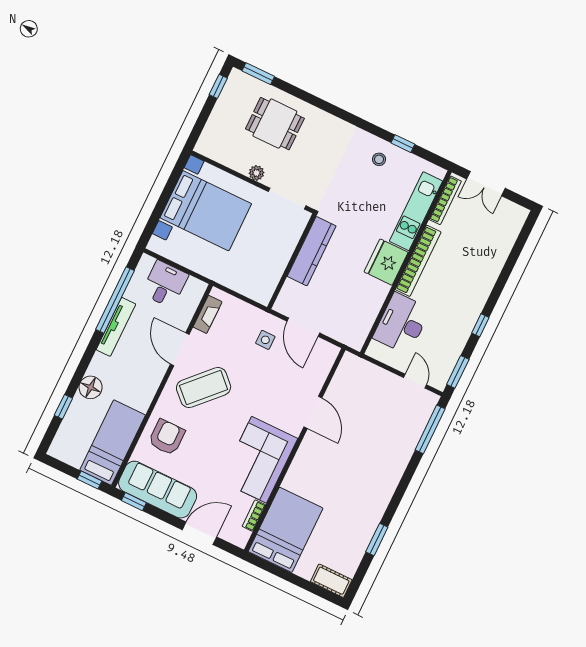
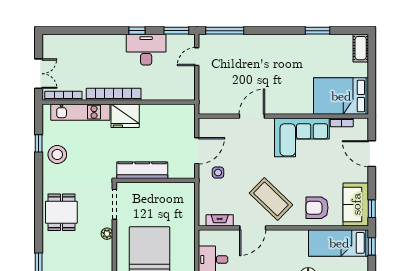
dining table: (275, 124) -> (61, 212), moved
stool: (379, 159) -> (57, 154), width x1.89, depth x1.89
desk: (402, 323) -> (146, 50), moved, turned 180
sofa: (158, 490) -> (356, 204), width x0.73

